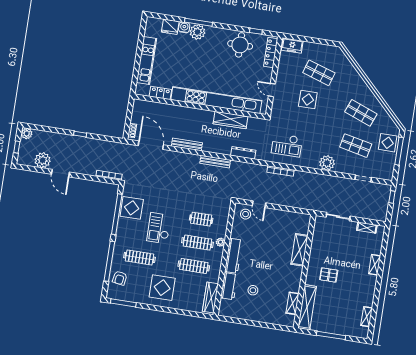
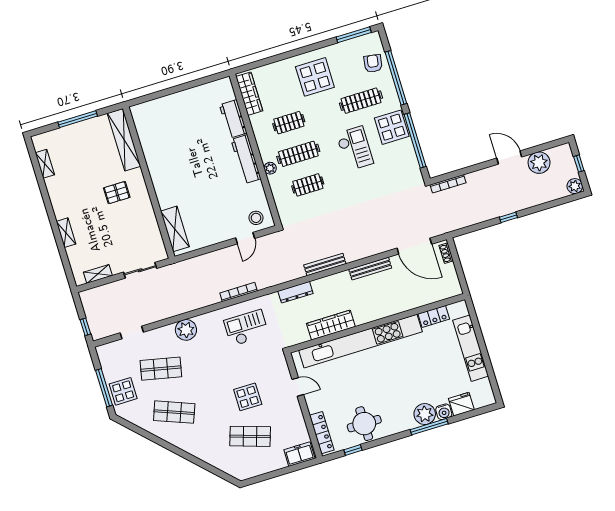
door: (259, 204) -> (245, 238), swing flipped
display table: (132, 208) -> (392, 127), moved
shelving: (299, 250) -> (175, 229), moved
clothes rail: (194, 266) -> (289, 123), width x0.73
stool: (253, 290) -> (201, 128), removed
shelving: (292, 303) -> (144, 136), removed

